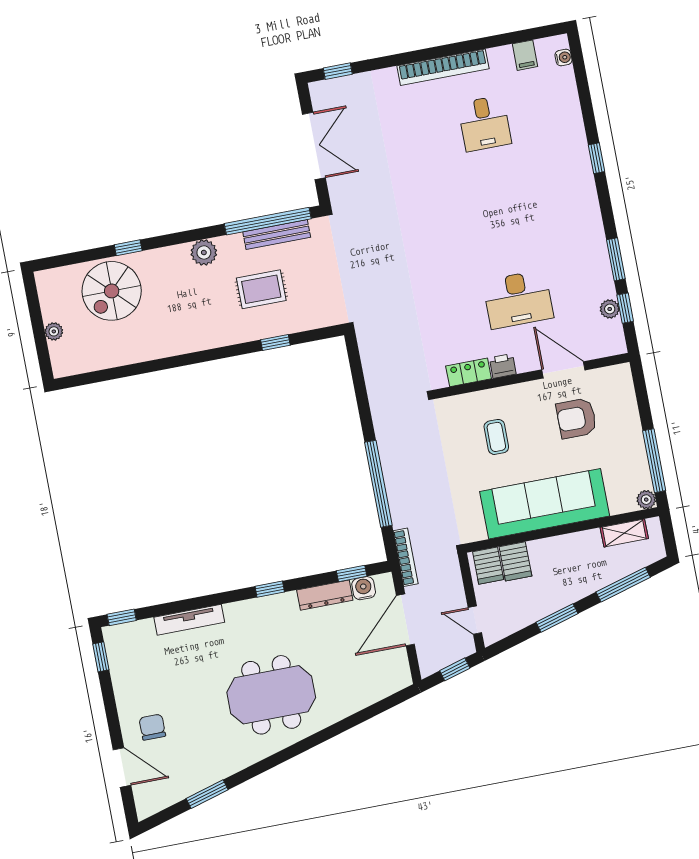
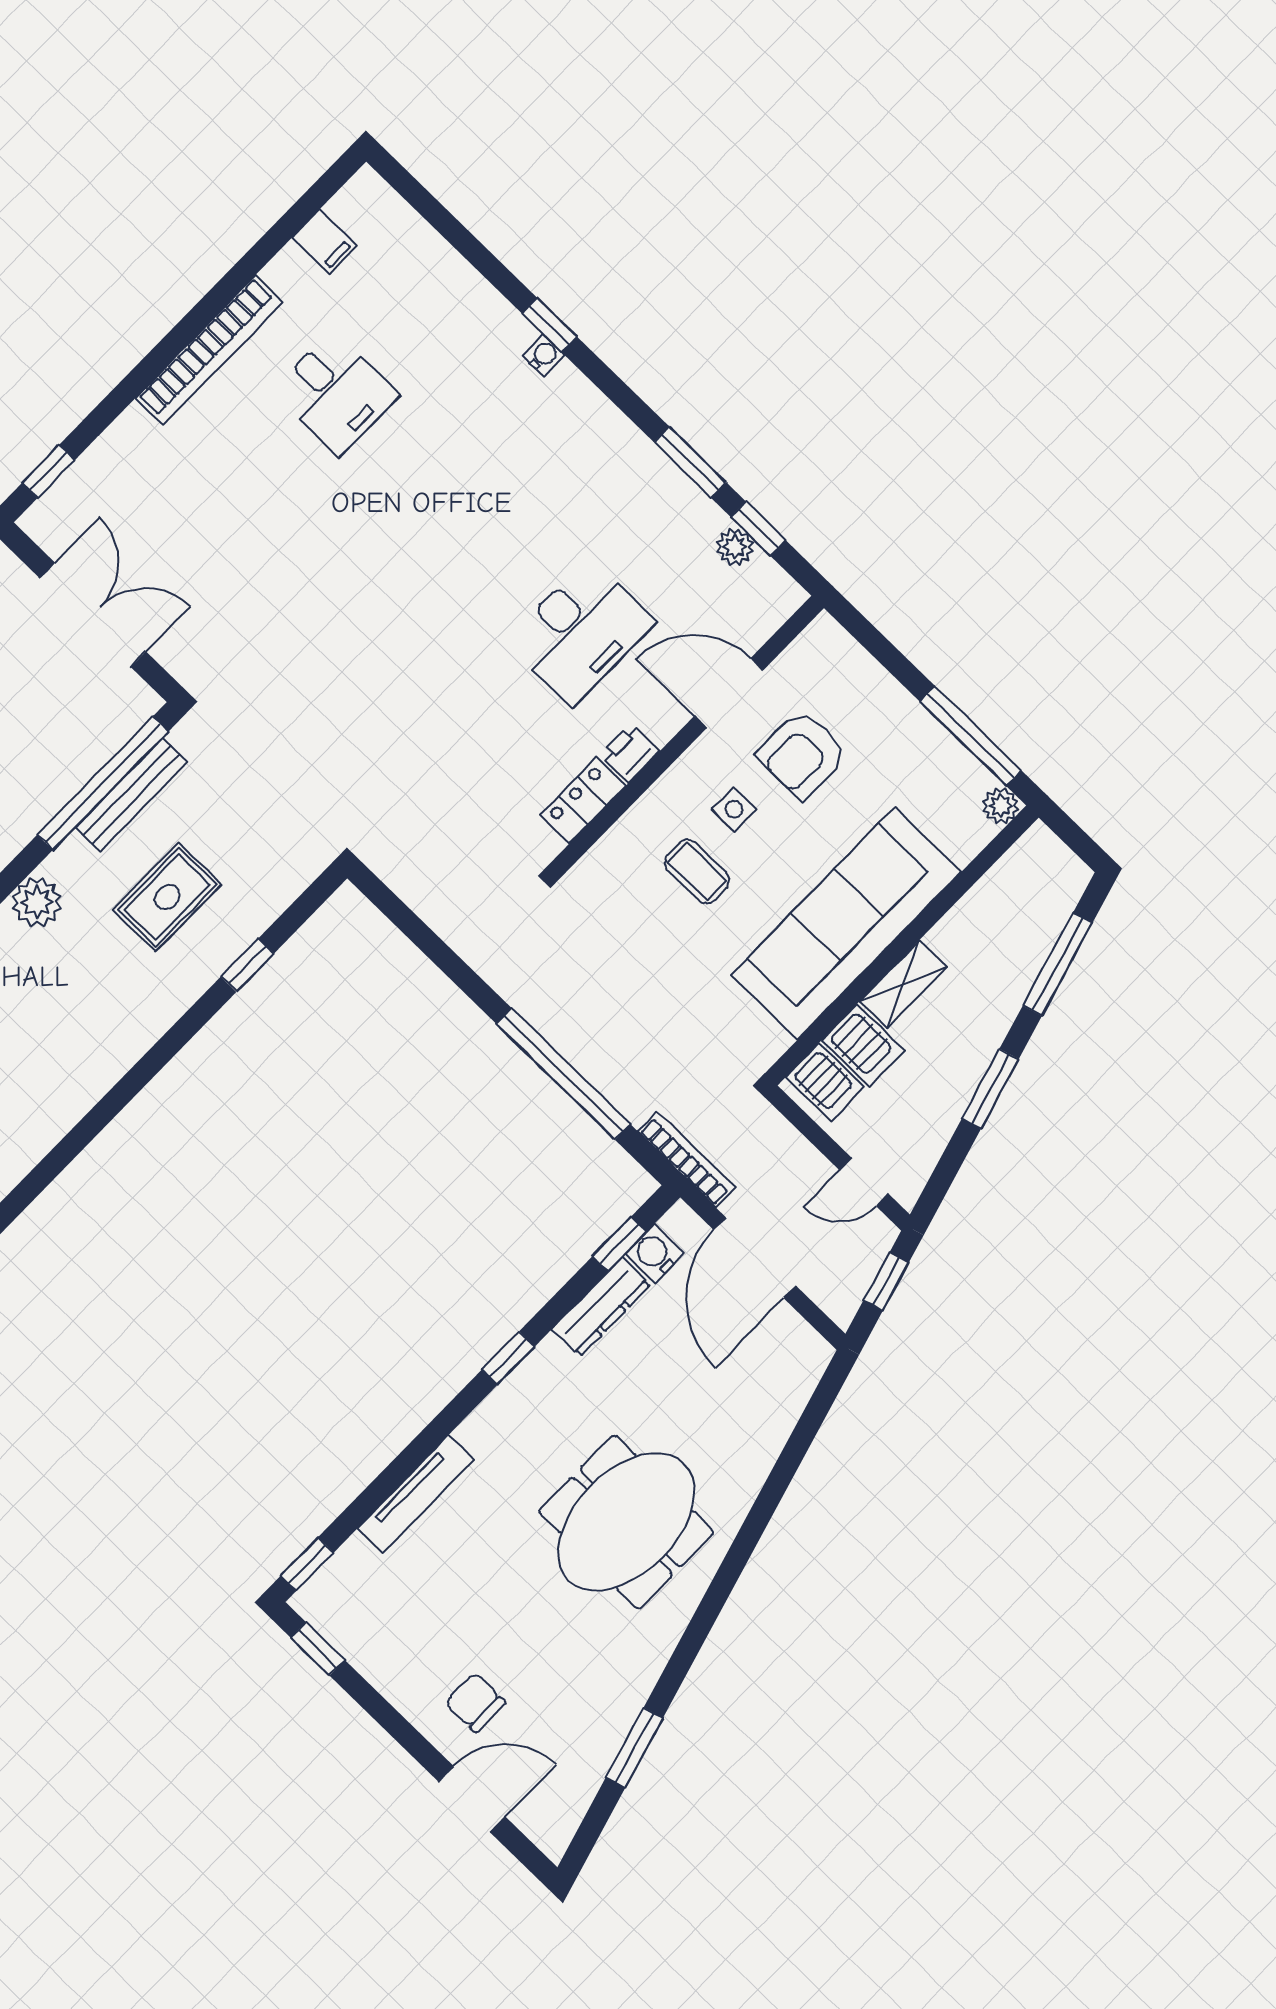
water cooler: (564, 57) -> (544, 355), moved
side table: (531, 421) -> (734, 809), added
shelving: (624, 533) -> (903, 984), moved

